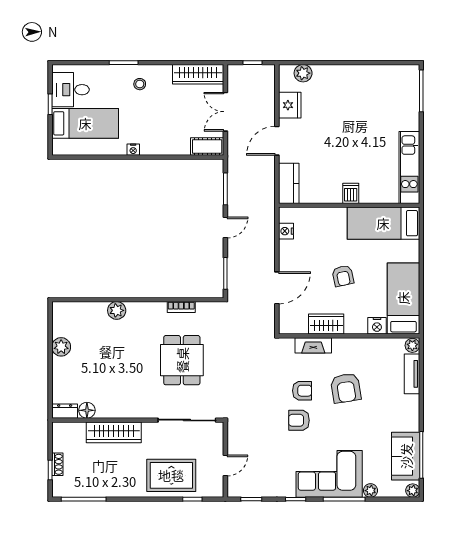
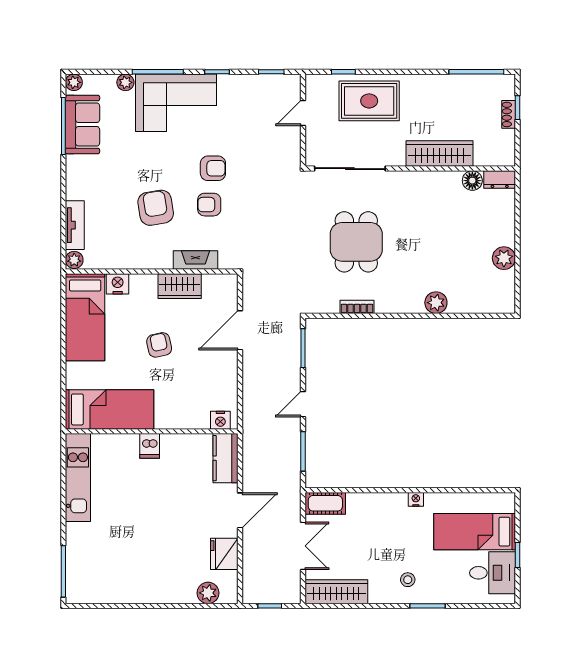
nightstand: (286, 231) -> (220, 420), moved, turned 90

